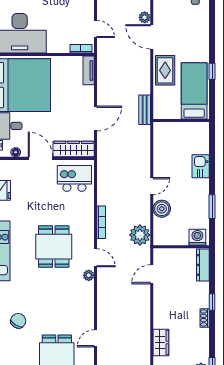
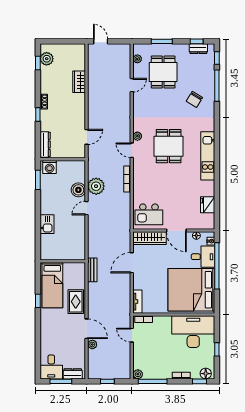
window: (212, 207) -> (38, 180), moved
plant: (140, 235) -> (96, 186), moved
dining table: (54, 247) -> (169, 146), moved

